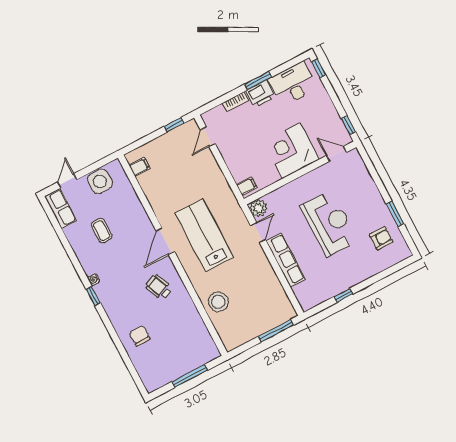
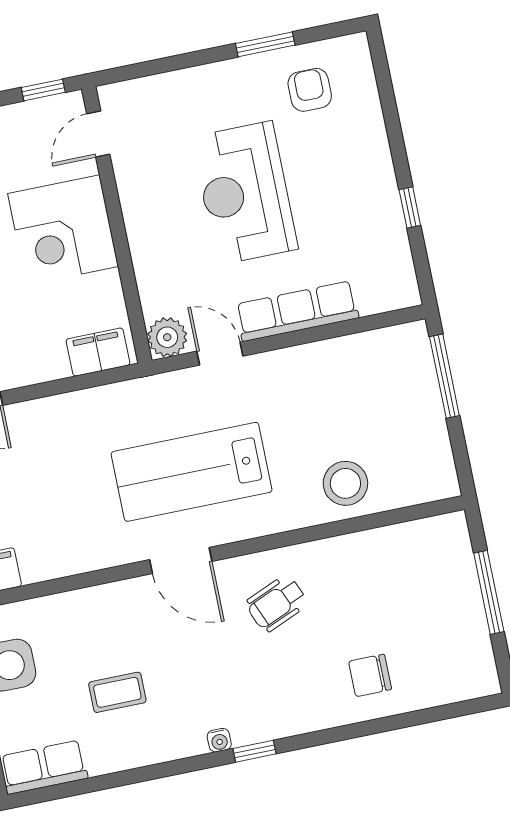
filing cabinet: (247, 186) -> (98, 352), width x2.00
reception desk: (329, 223) -> (245, 193), turned -90

